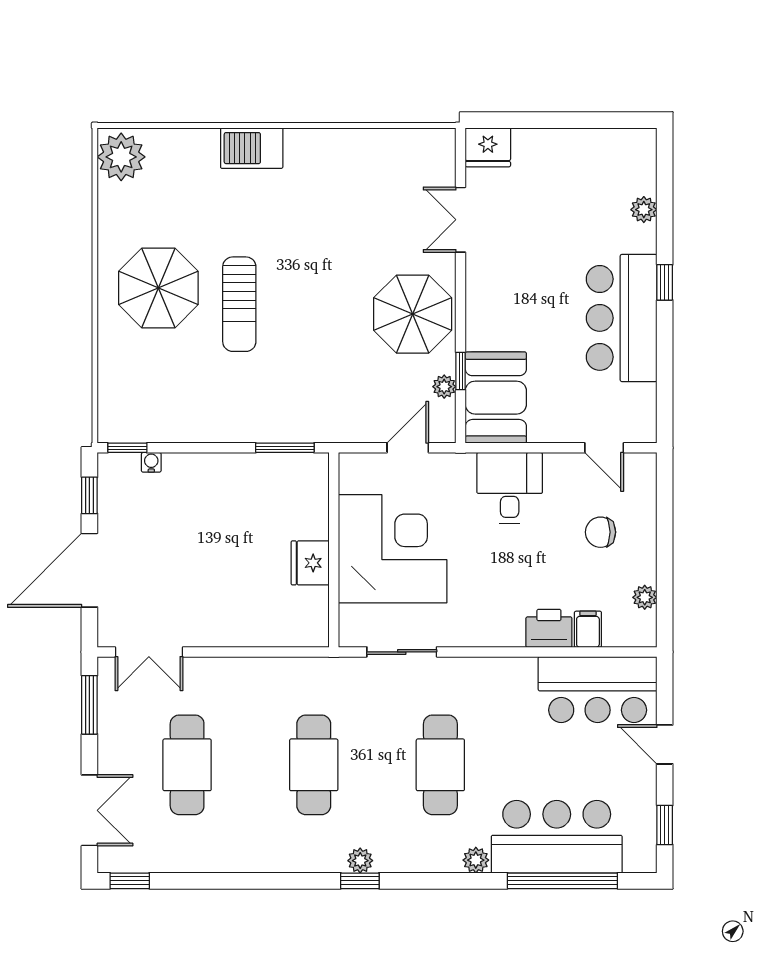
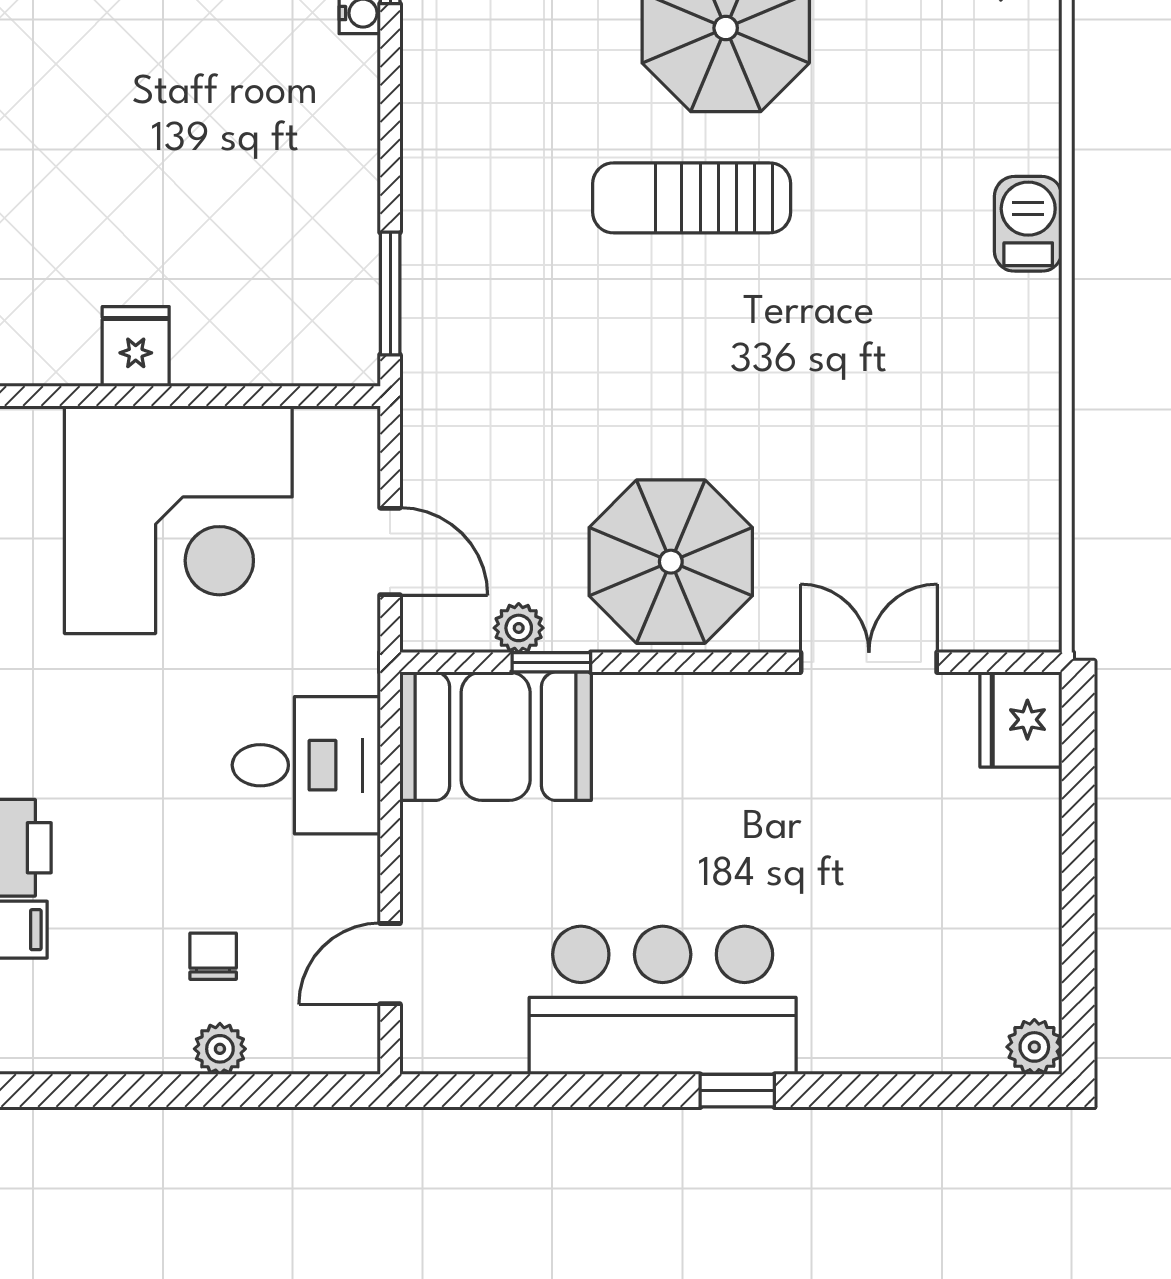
barbecue: (252, 148) -> (1028, 224), width x0.73, depth x0.79
plant: (644, 210) -> (1034, 1047), moved
chair: (601, 532) -> (213, 956), width x0.73, depth x0.73
fridge: (310, 563) -> (136, 346), width x0.72
plant: (645, 597) -> (220, 1049), moved

